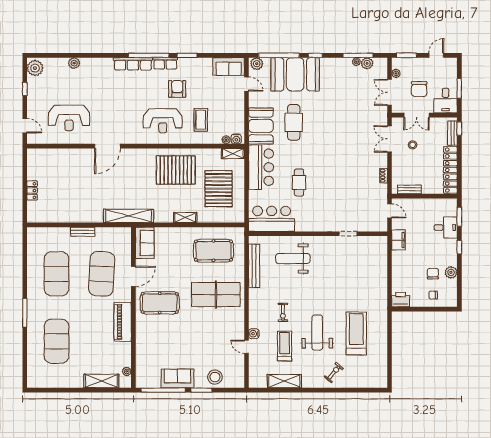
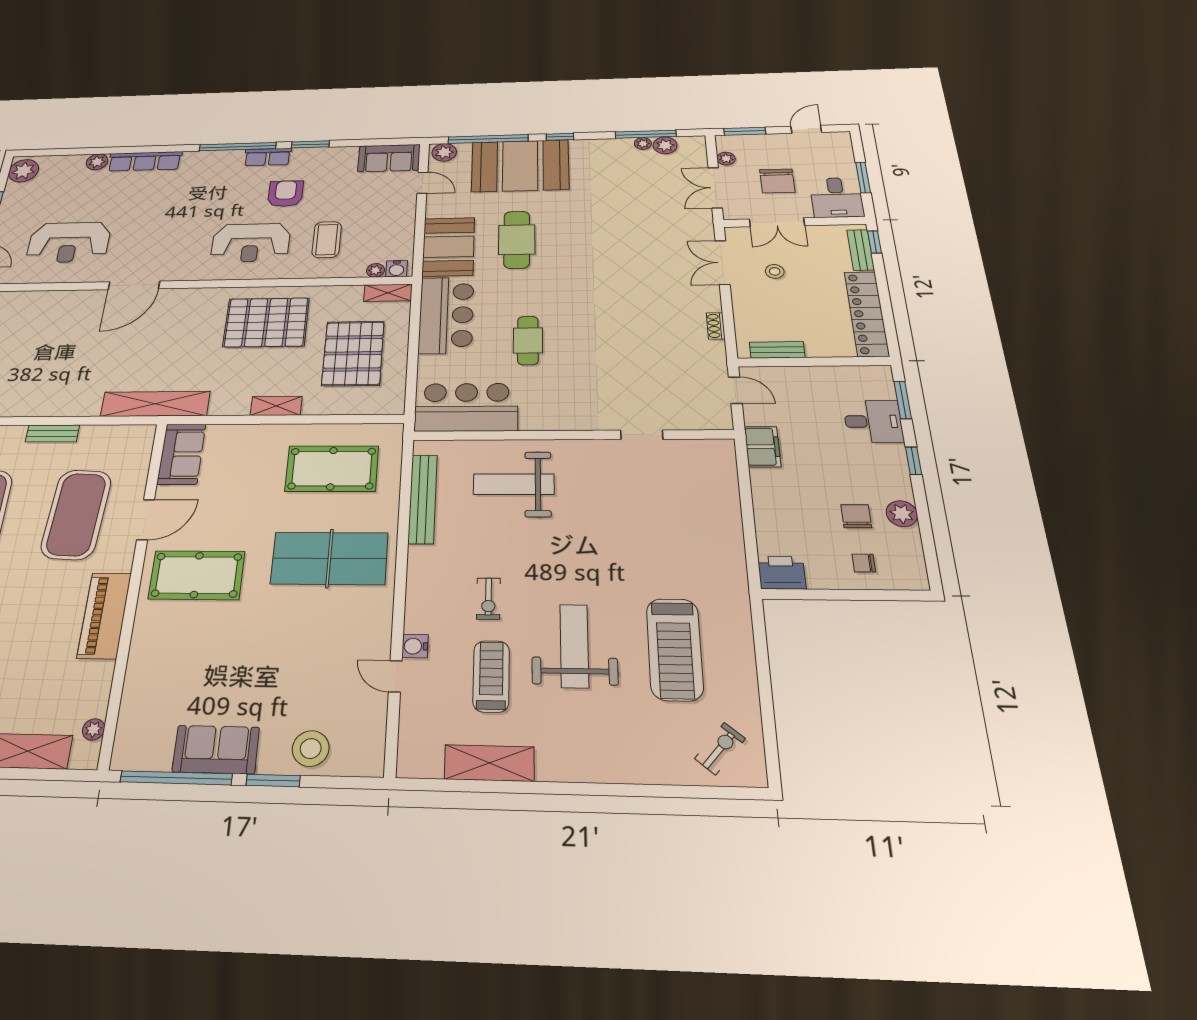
row of seats: (133, 64) -> (145, 161), moved
treadmill: (356, 333) -> (675, 649), turned 180
exercise bike: (334, 373) -> (720, 749), moved

